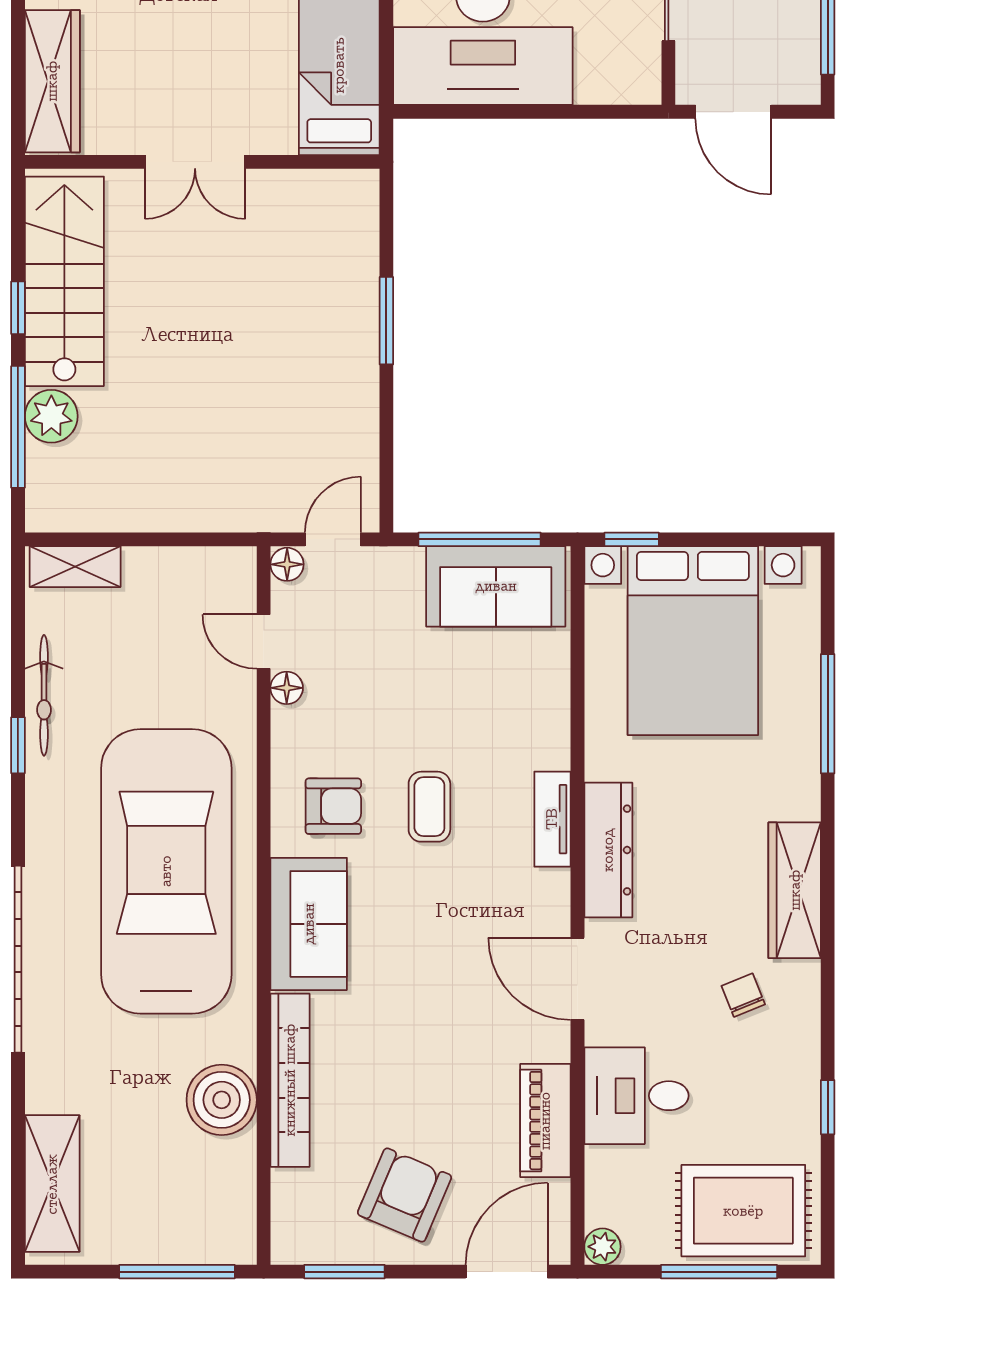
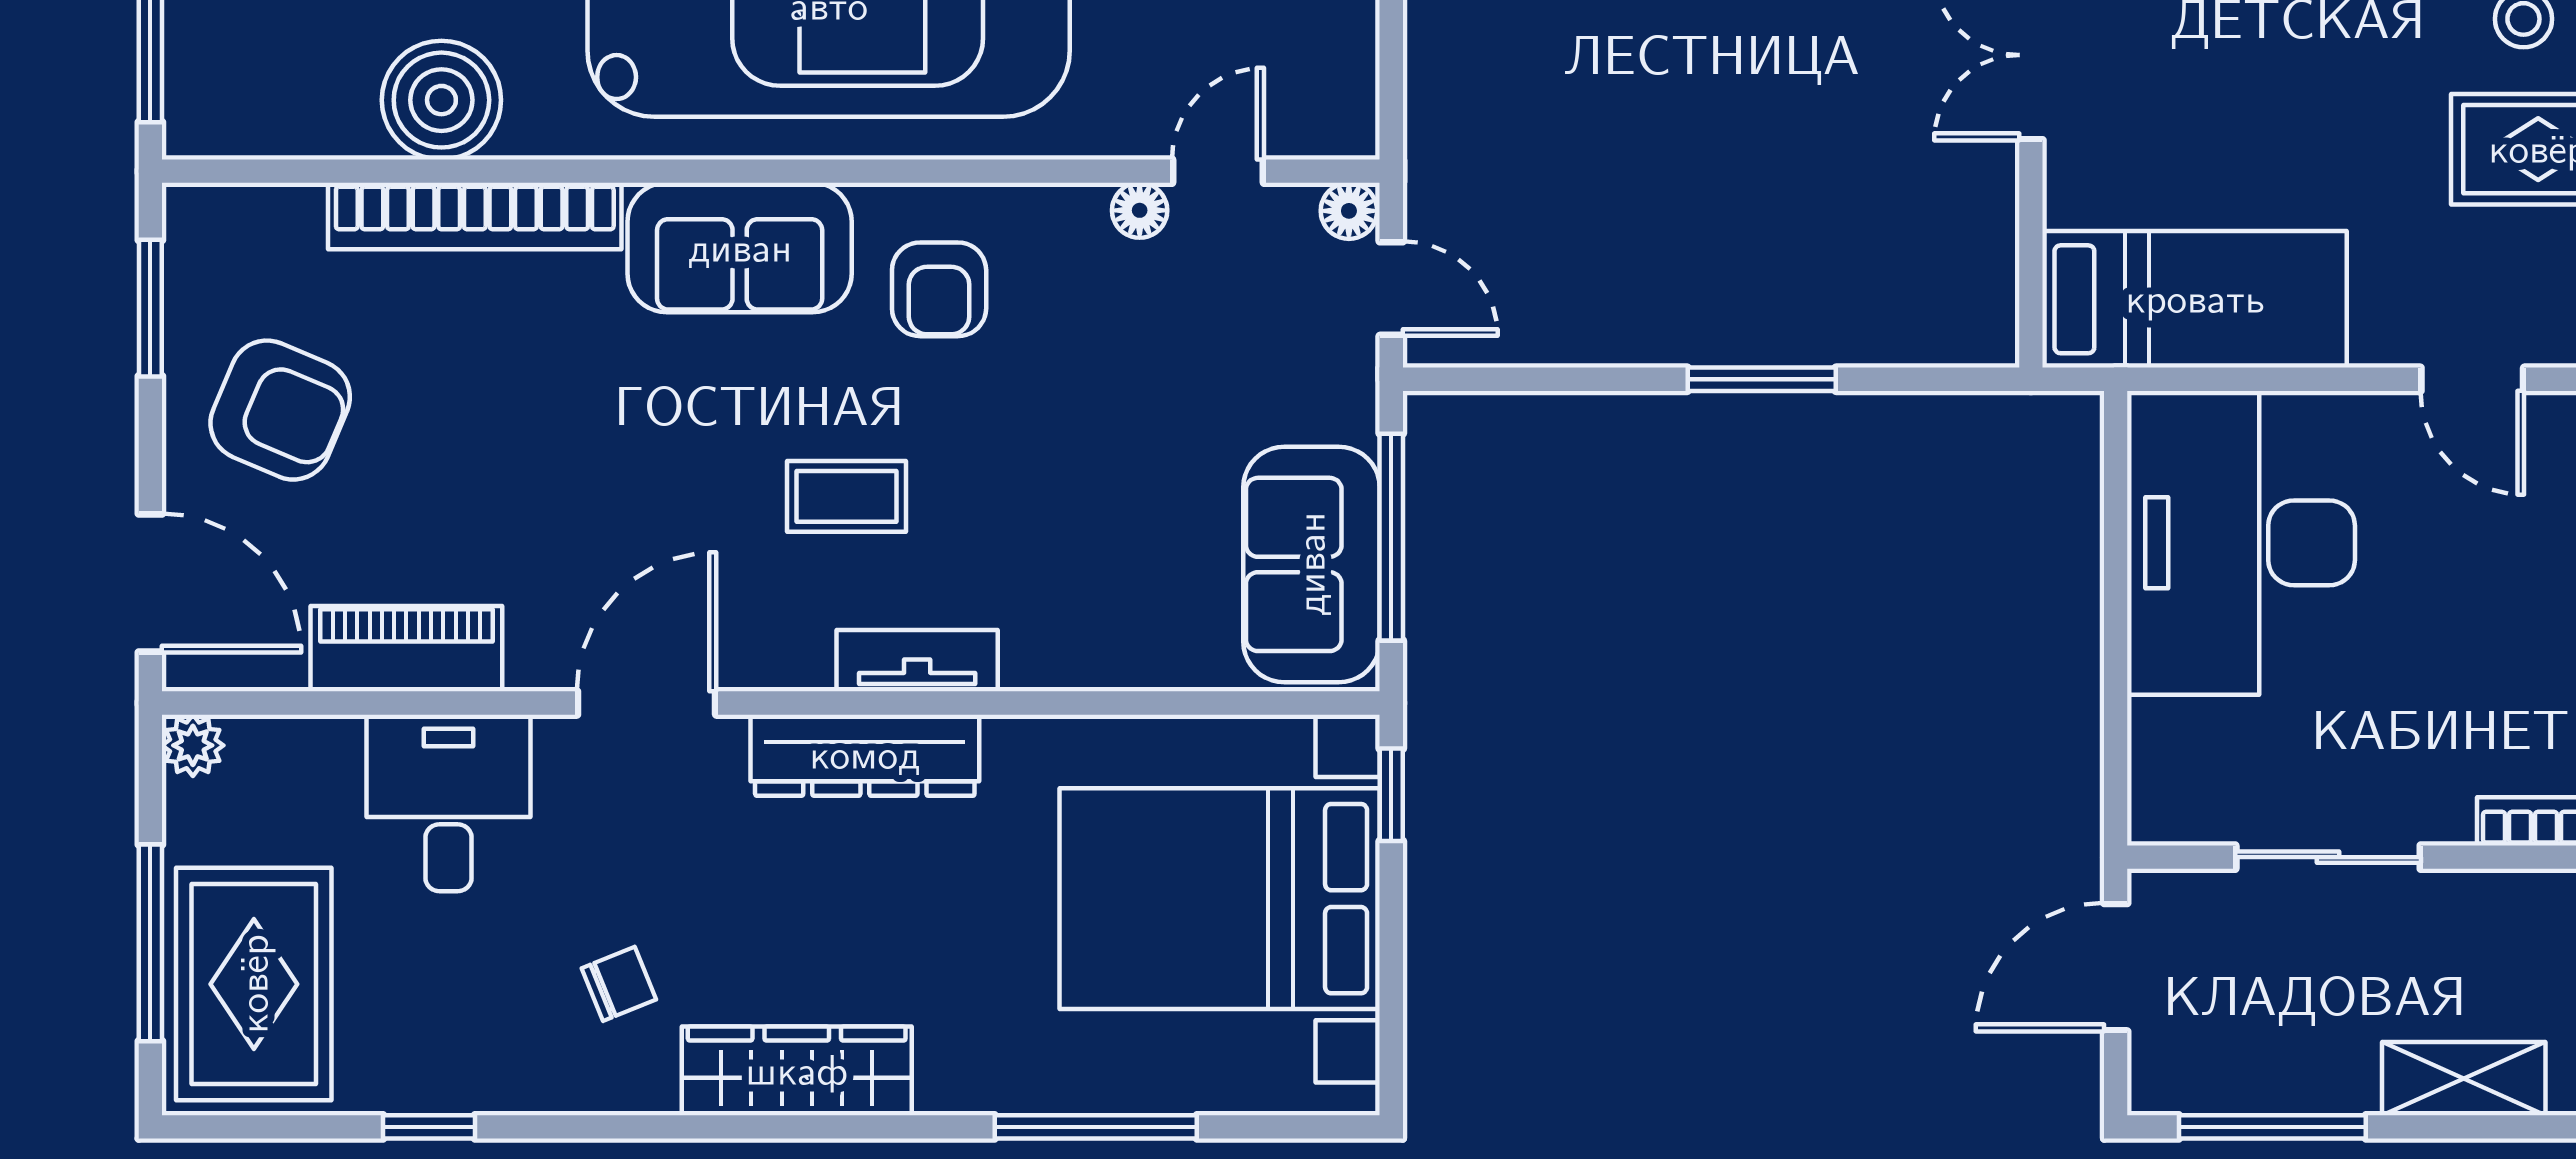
coffee table: (429, 807) -> (846, 496), moved

